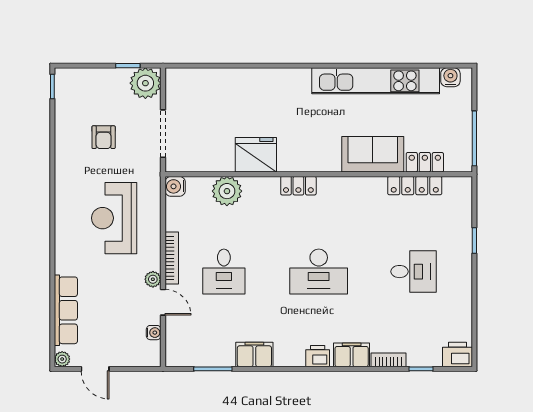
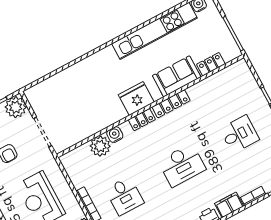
fridge: (256, 155) -> (136, 98), moved
water cooler: (175, 186) -> (115, 135), moved, turned 90
locker: (415, 186) -> (171, 104), moved

